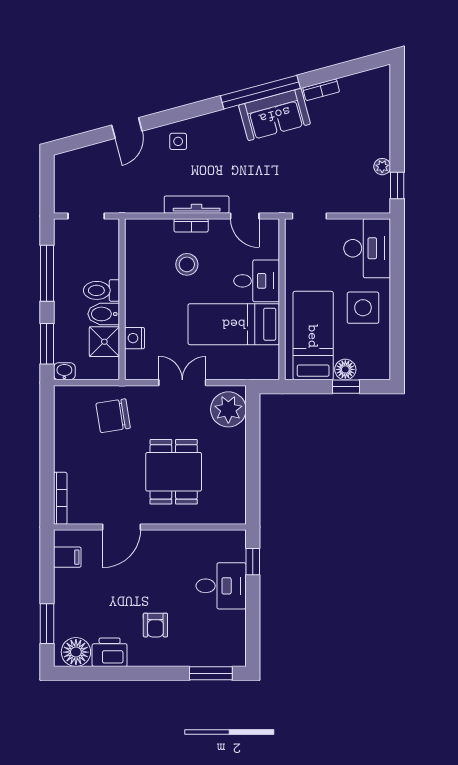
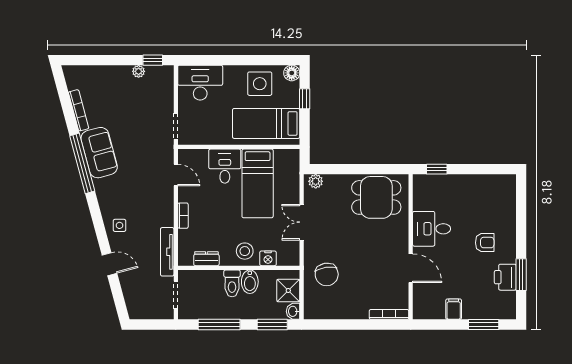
bookcase: (321, 90) -> (79, 110), width x1.56
tv unit: (197, 205) -> (167, 252), moved
door: (245, 216) -> (176, 175), hinge flipped
dresser: (134, 257) -> (206, 259), added
stool: (187, 264) -> (245, 251), moved
side table: (363, 308) -> (260, 84), moved
shower: (104, 342) -> (288, 291), moved
floor lamp: (345, 369) -> (292, 73), moved
plant: (228, 409) -> (316, 181), width x0.53, depth x0.53
dining table: (174, 472) -> (376, 197), moved
filing cabinet: (67, 557) -> (454, 309), moved
desk: (221, 586) -> (432, 229), moved, turned -90
floor lamp: (76, 652) -> (505, 303), removed
window: (211, 673) -> (521, 275), moved

